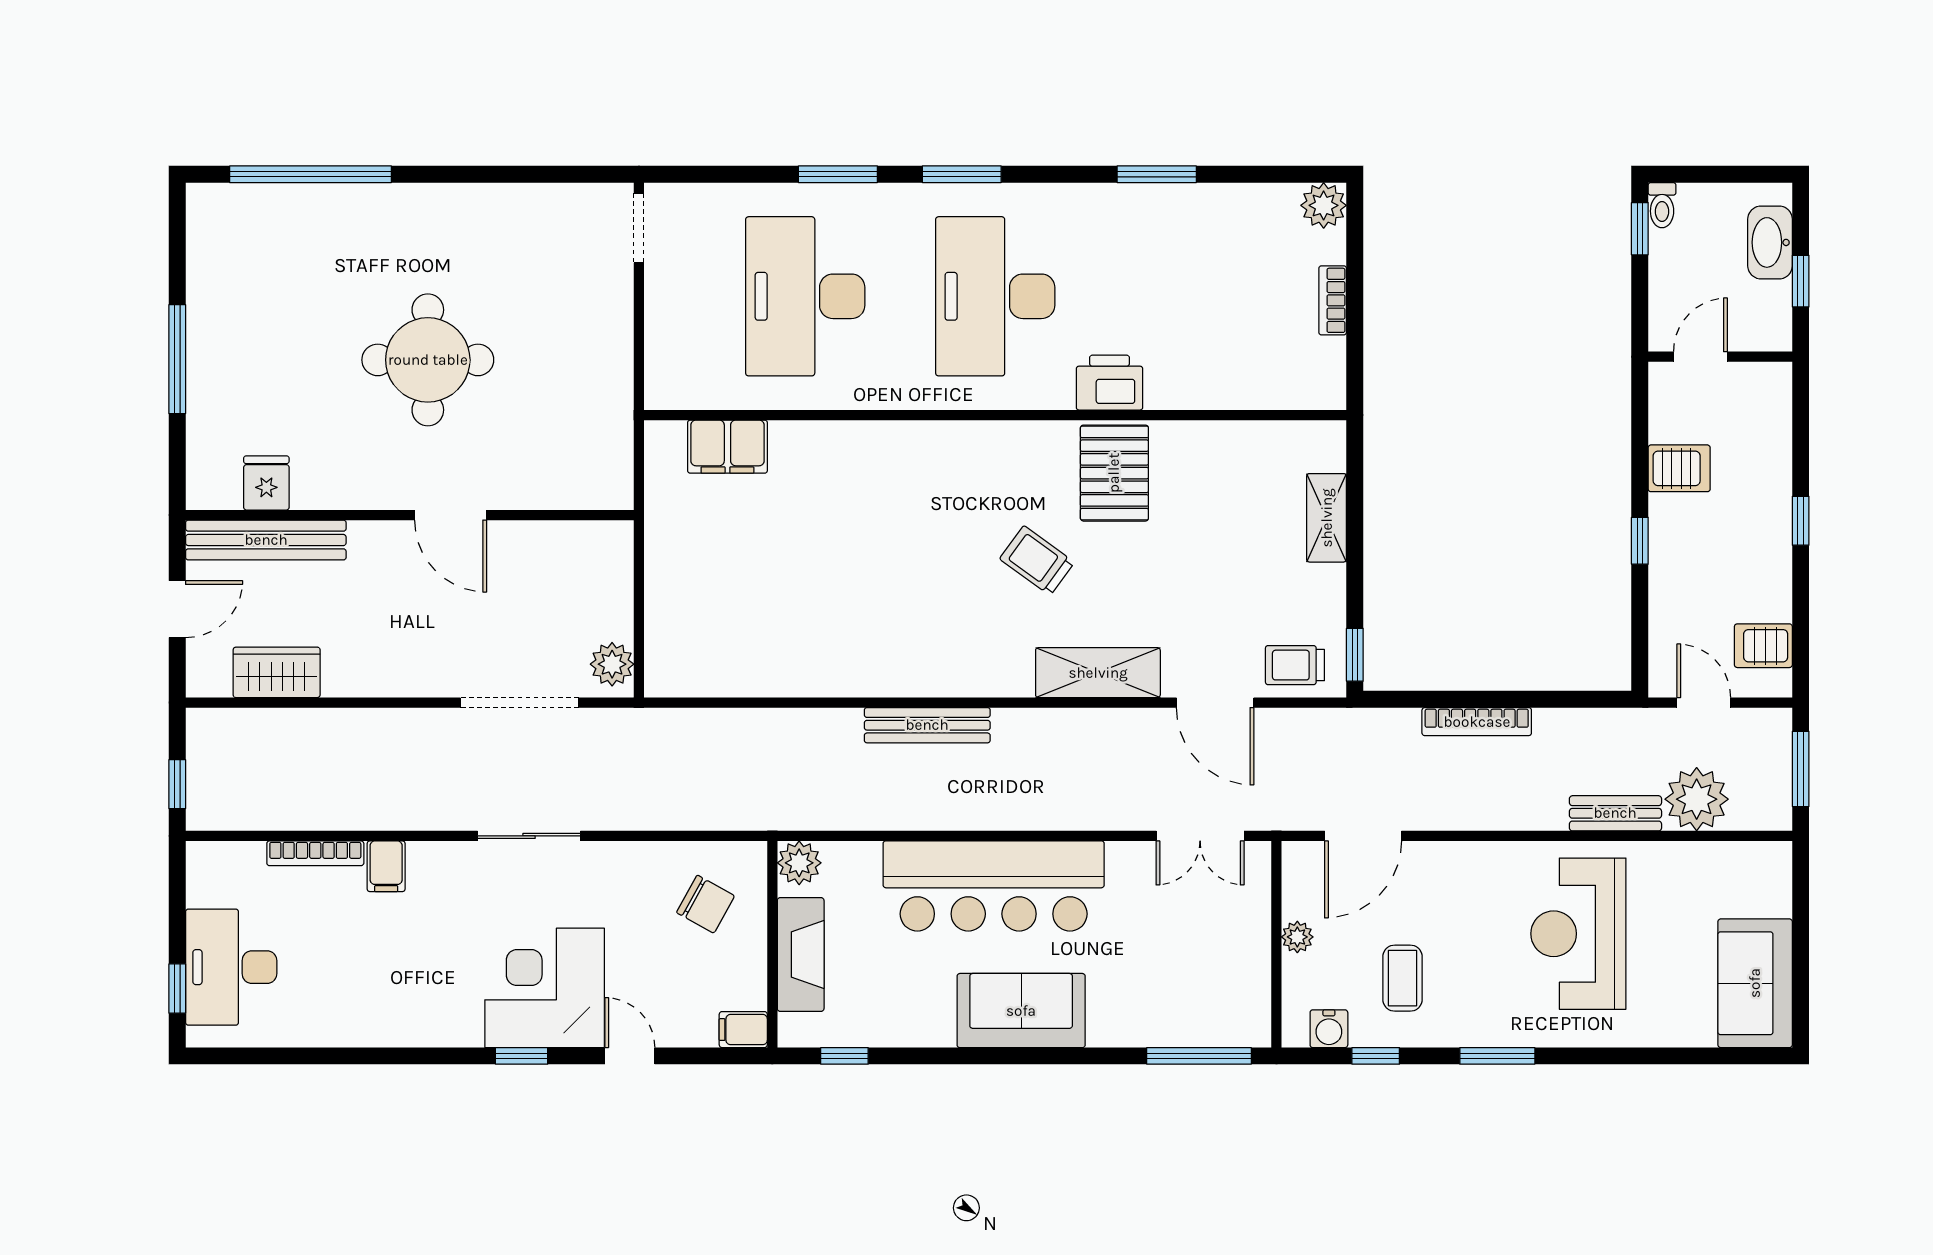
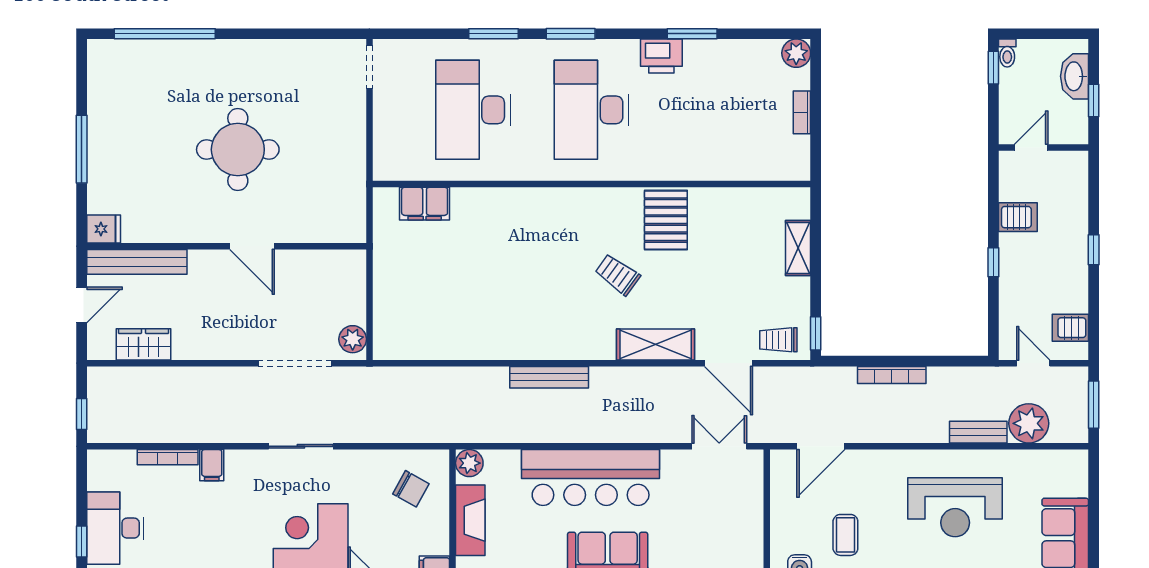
printer: (1110, 383) -> (661, 56), moved, turned 180
fridge: (266, 483) -> (104, 229), moved, turned 90
double door: (1200, 836) -> (719, 446), swing flipped
reception desk: (1578, 934) -> (955, 507), turned -90
plant: (1297, 937) -> (780, 509), removed

